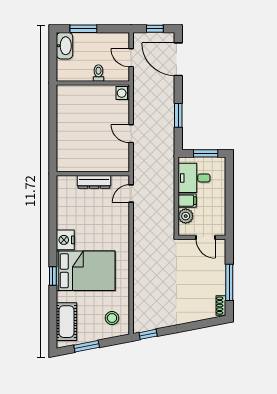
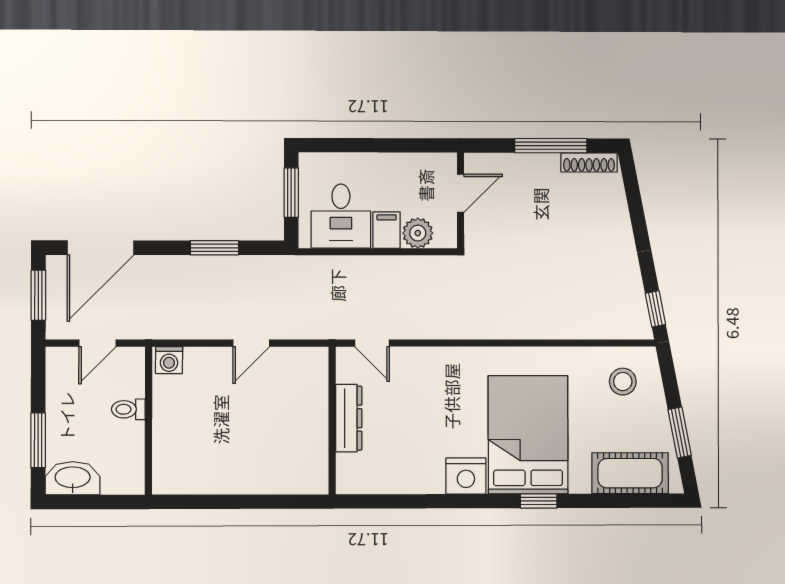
window: (155, 29) -> (38, 295), width x1.50
shoe rack: (221, 306) -> (589, 162), width x1.43

